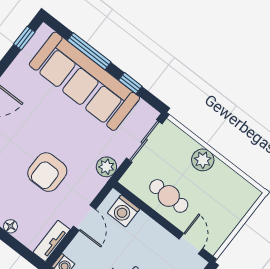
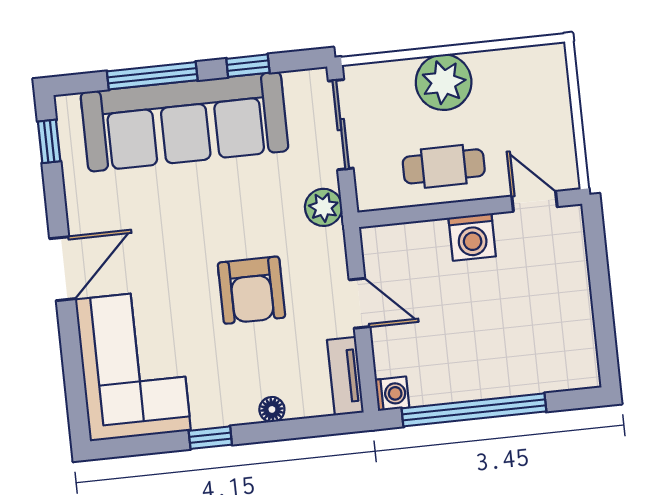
plant: (203, 160) -> (444, 82), width x1.36, depth x1.36
washing machine: (123, 211) -> (472, 237), moved

